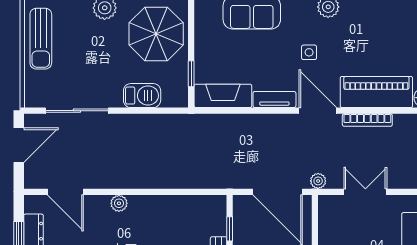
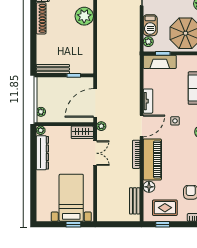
fireplace: (223, 96) -> (160, 62), moved, turned 90
plant: (171, 99) -> (148, 42), added
plant: (119, 203) -> (84, 16), width x1.88, depth x1.88
wardrobe: (329, 214) -> (82, 132), added

